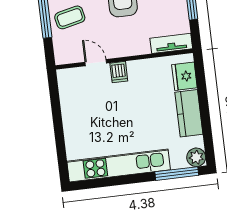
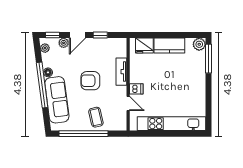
tv unit: (171, 43) -> (121, 72), moved
door: (96, 63) -> (128, 104), swing flipped
kitchen unit: (119, 166) -> (171, 124), moved, turned 90

